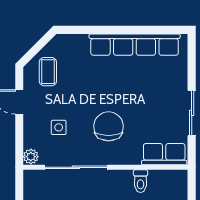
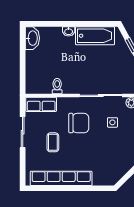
coffee table: (48, 72) -> (53, 142), moved
chair: (109, 126) -> (79, 123), turned -90

